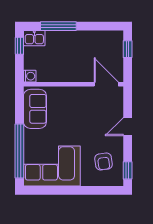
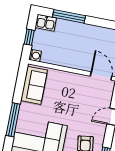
window: (19, 46) -> (29, 37), moved
window: (19, 151) -> (13, 120), width x0.68

